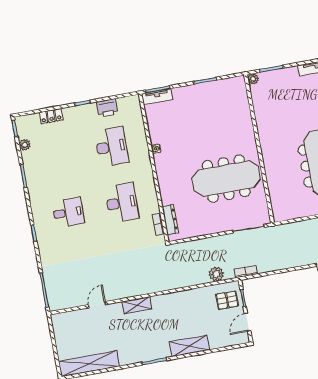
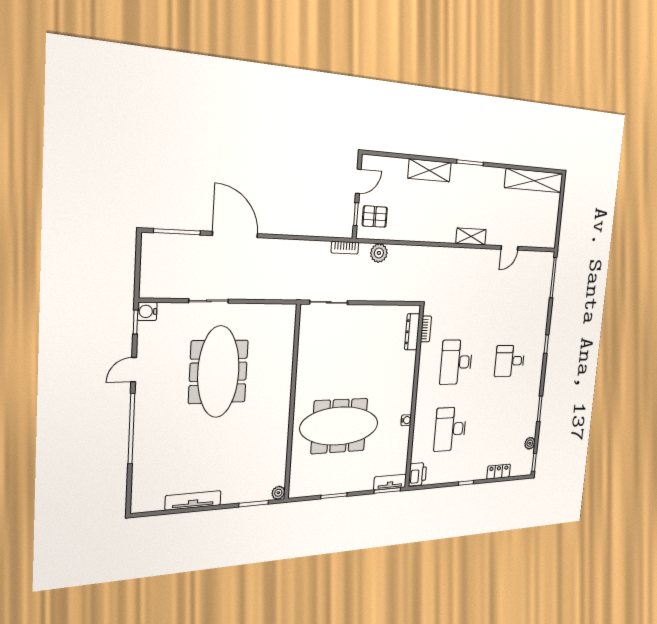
printer: (107, 108) -> (417, 474), moved, turned 90
meeting table: (226, 179) -> (339, 426), moved

